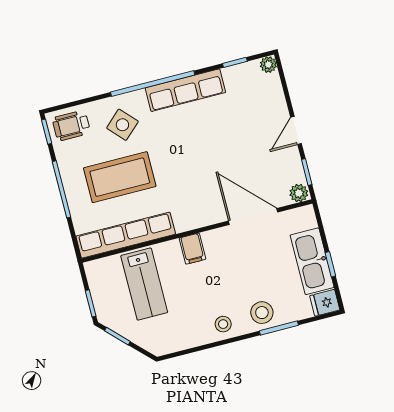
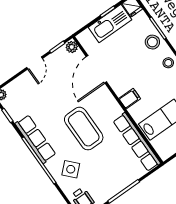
door: (296, 130) -> (35, 63), hinge flipped
coffee table: (120, 177) -> (84, 129), moved

